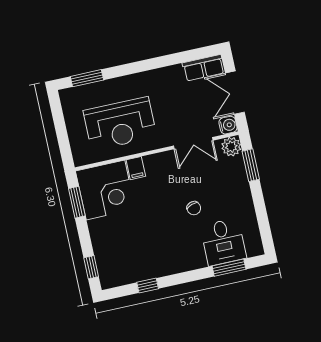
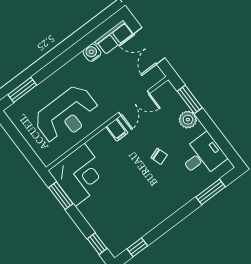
water cooler: (228, 125) -> (92, 53), moved, turned -90
plant: (231, 147) -> (188, 120), moved
filing cabinet: (136, 168) -> (117, 130), moved
desk: (223, 242) -> (203, 156), moved, turned -90
window: (148, 286) -> (137, 247), moved

